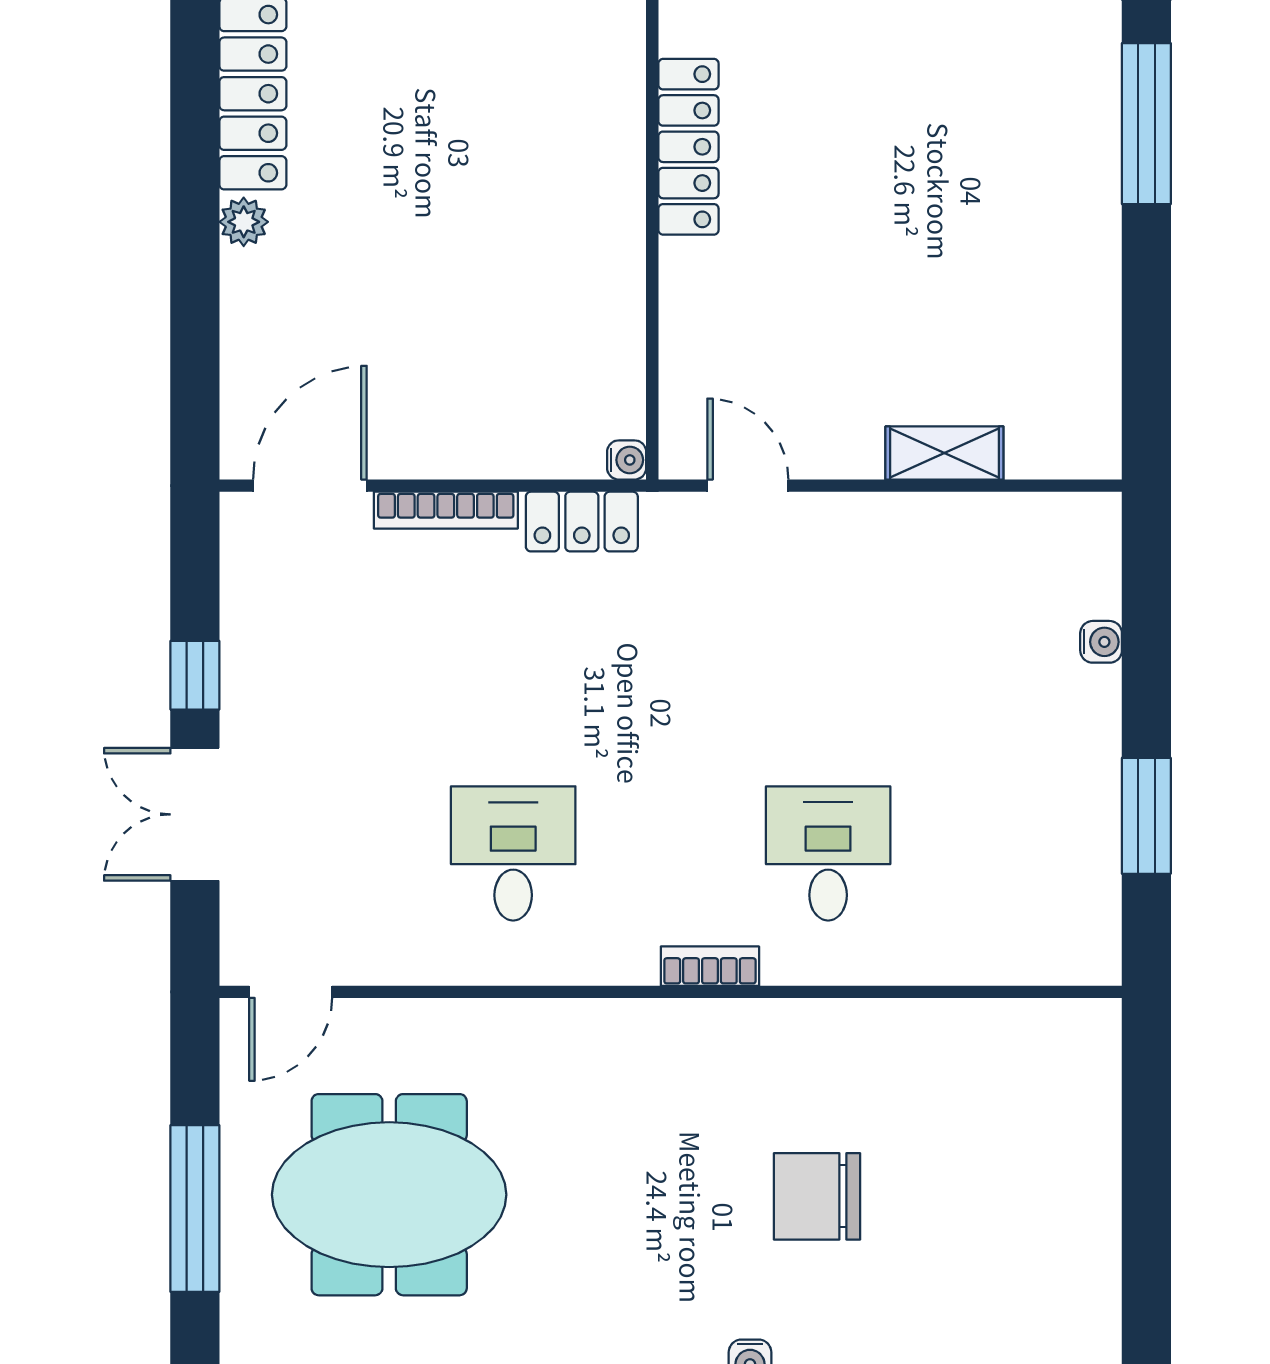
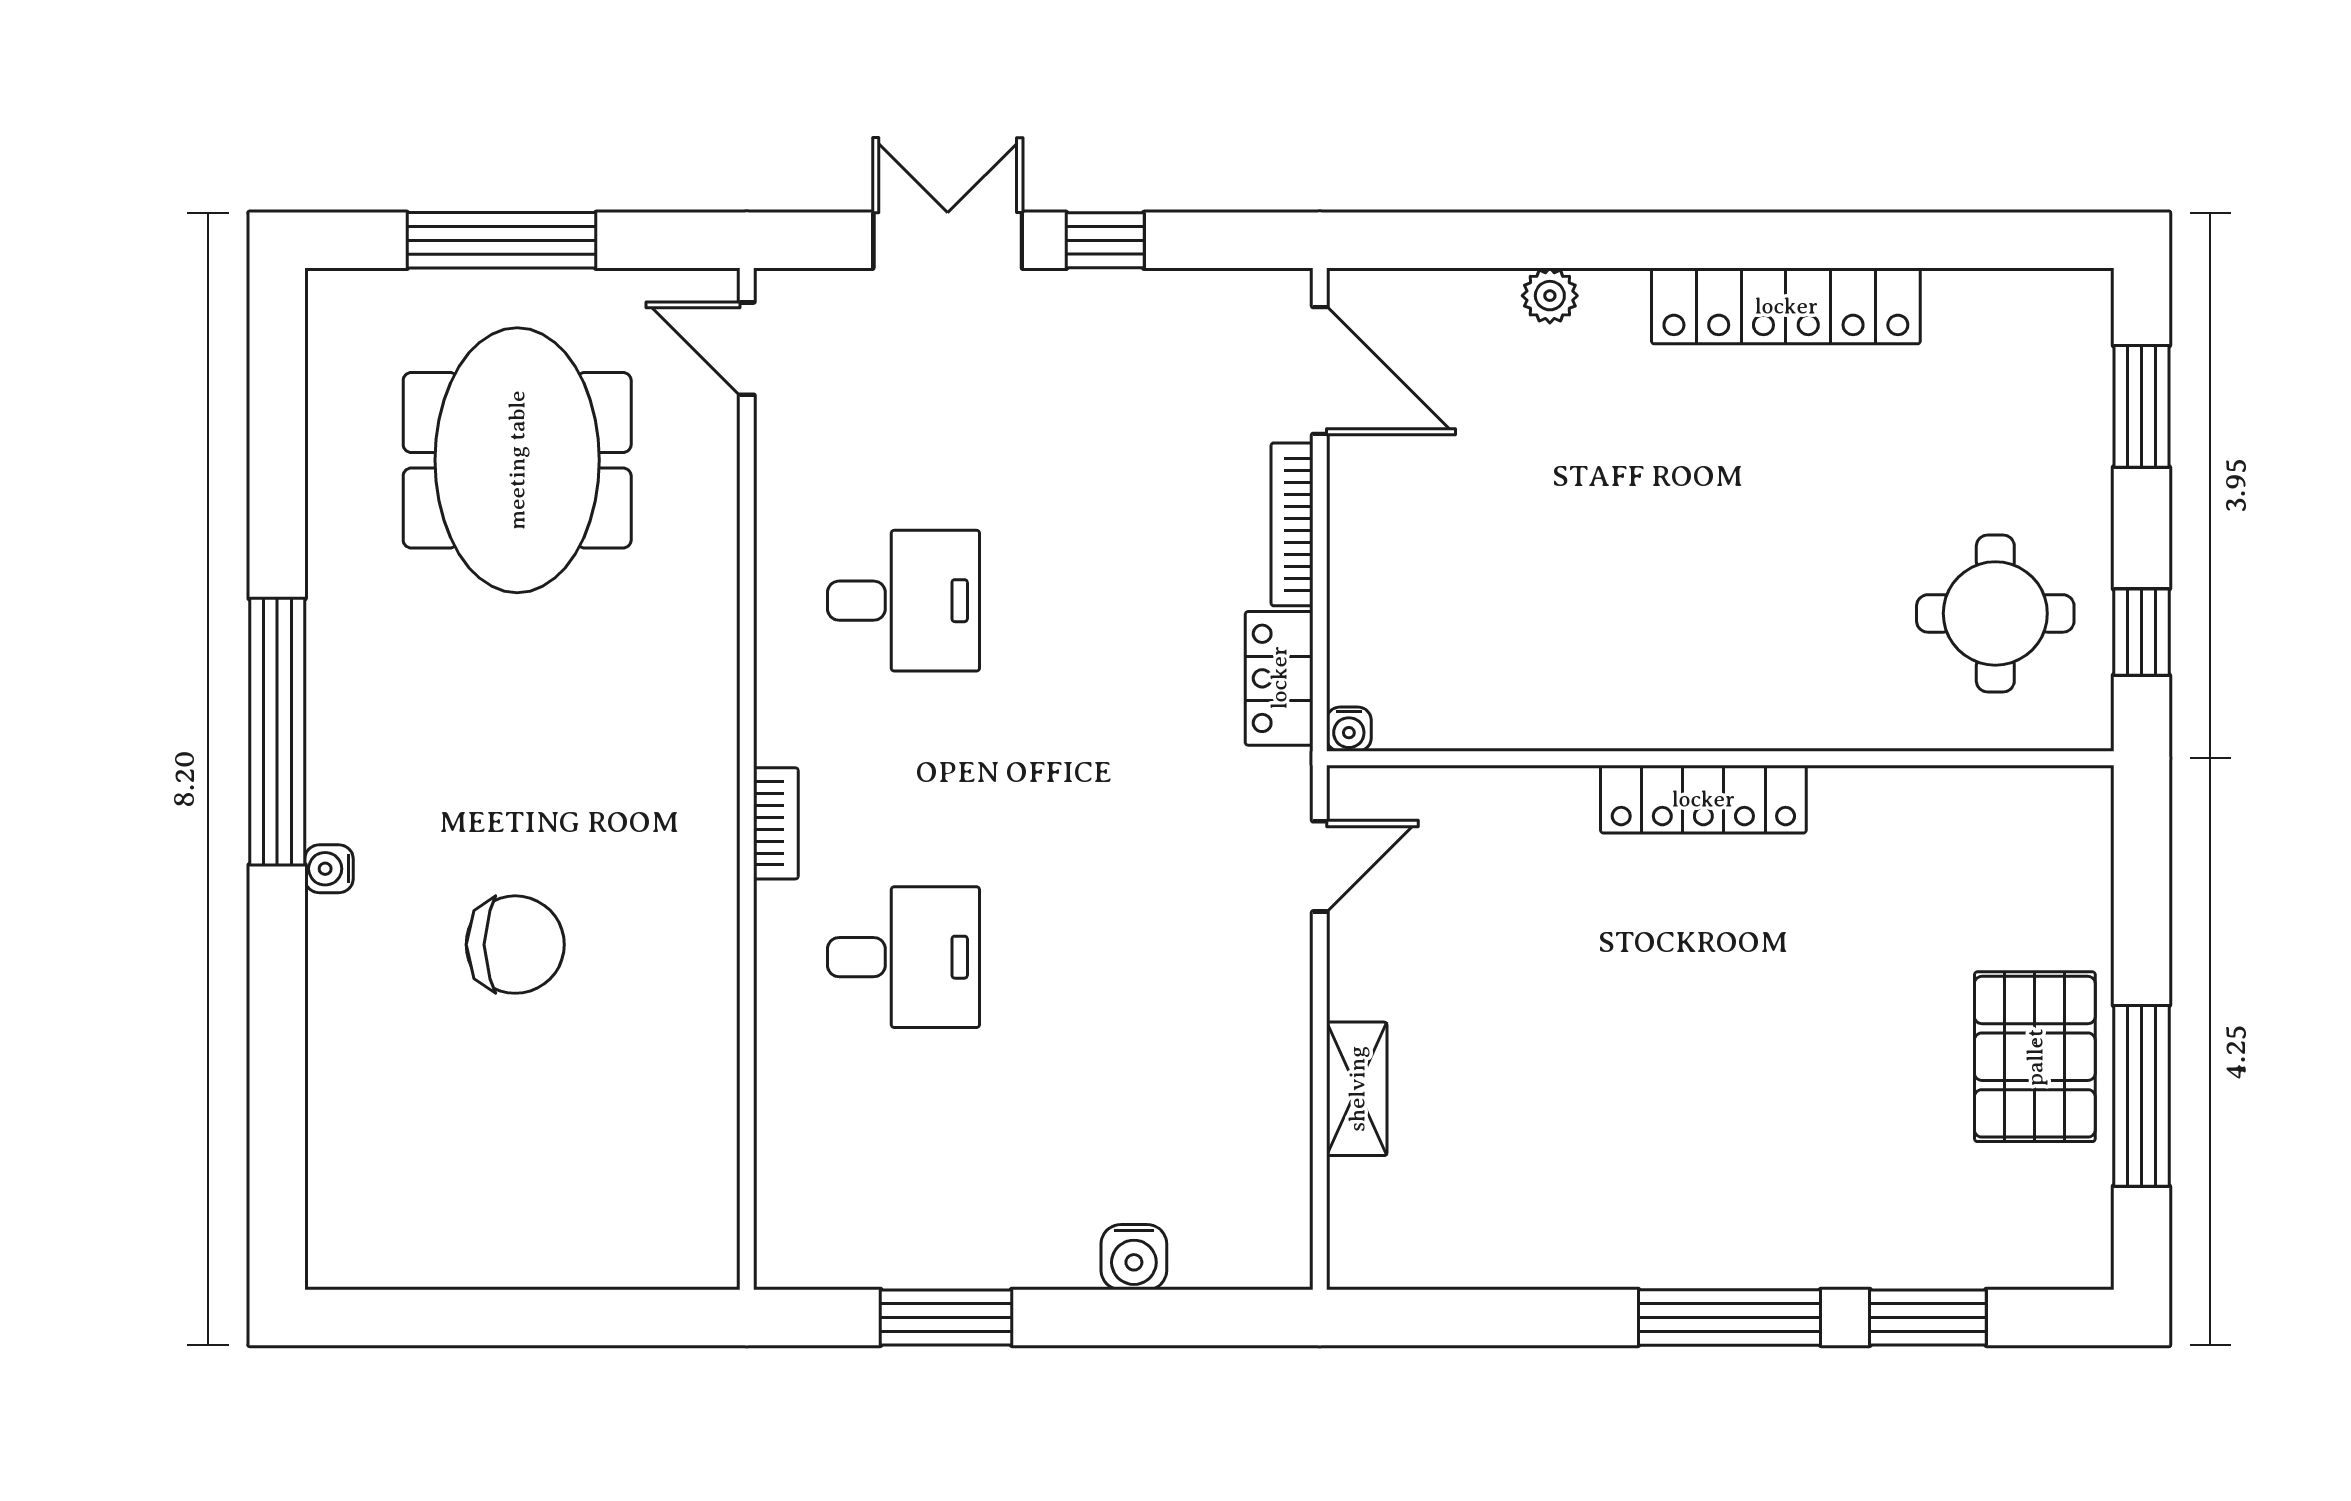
plant: (244, 222) -> (1550, 296), moved
water cooler: (1101, 642) -> (1134, 1257), width x1.38, depth x1.38
chair: (817, 1196) -> (515, 945), turned 90

